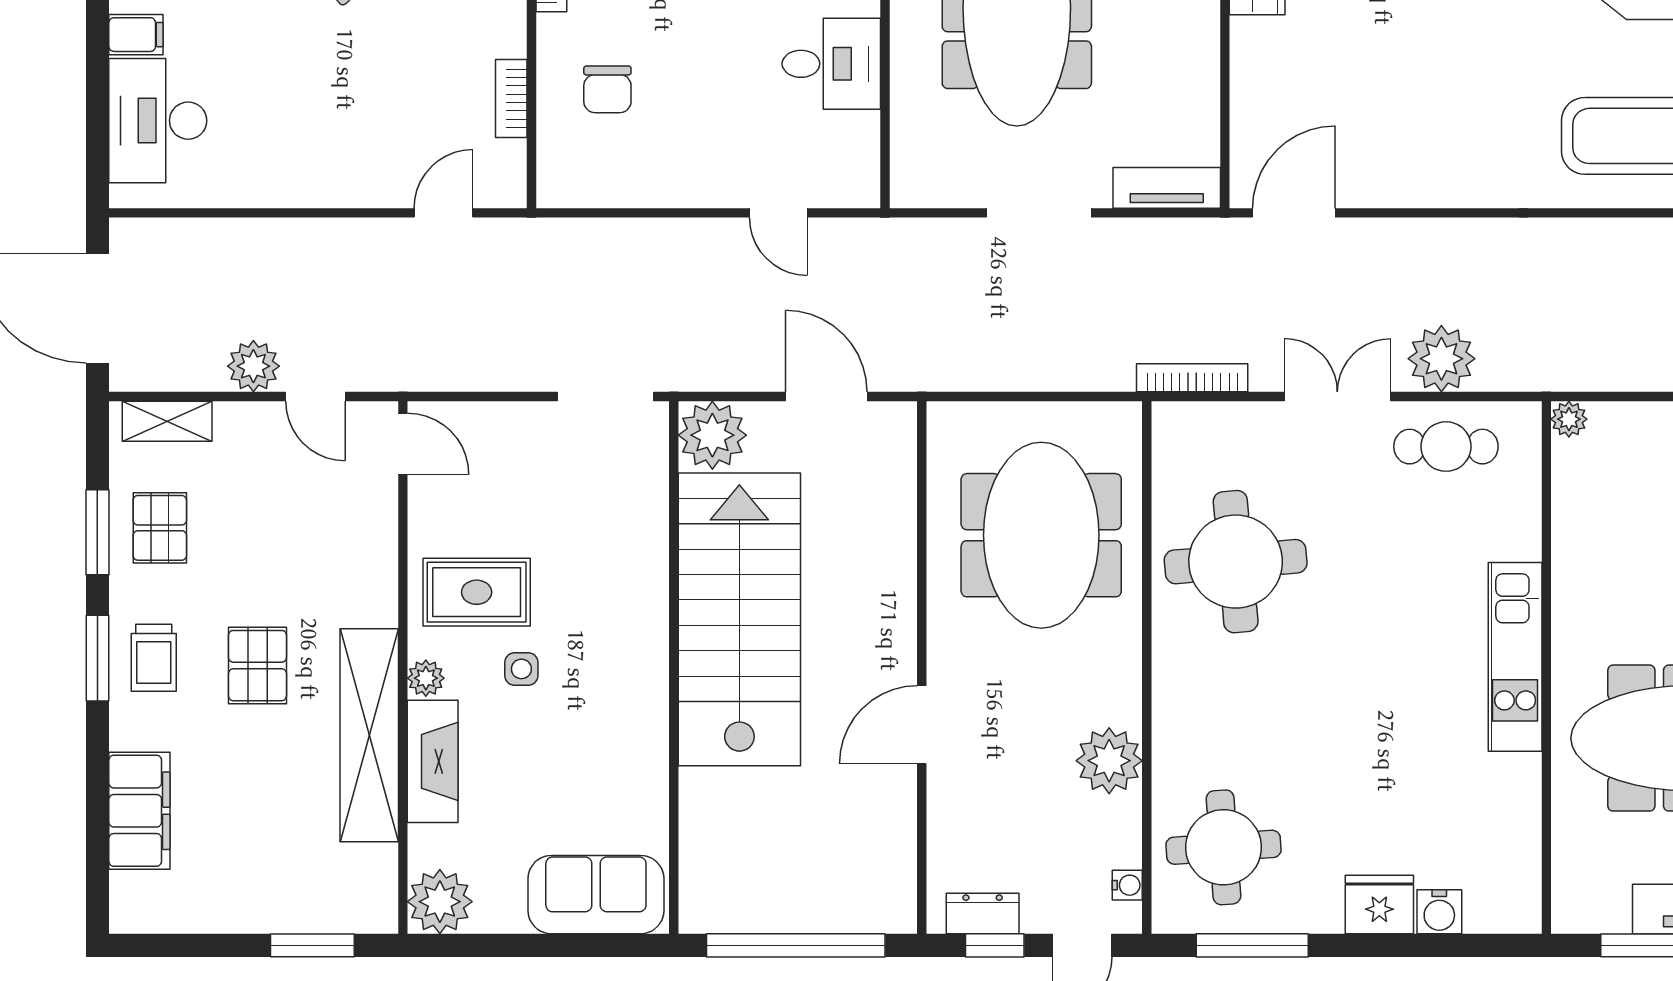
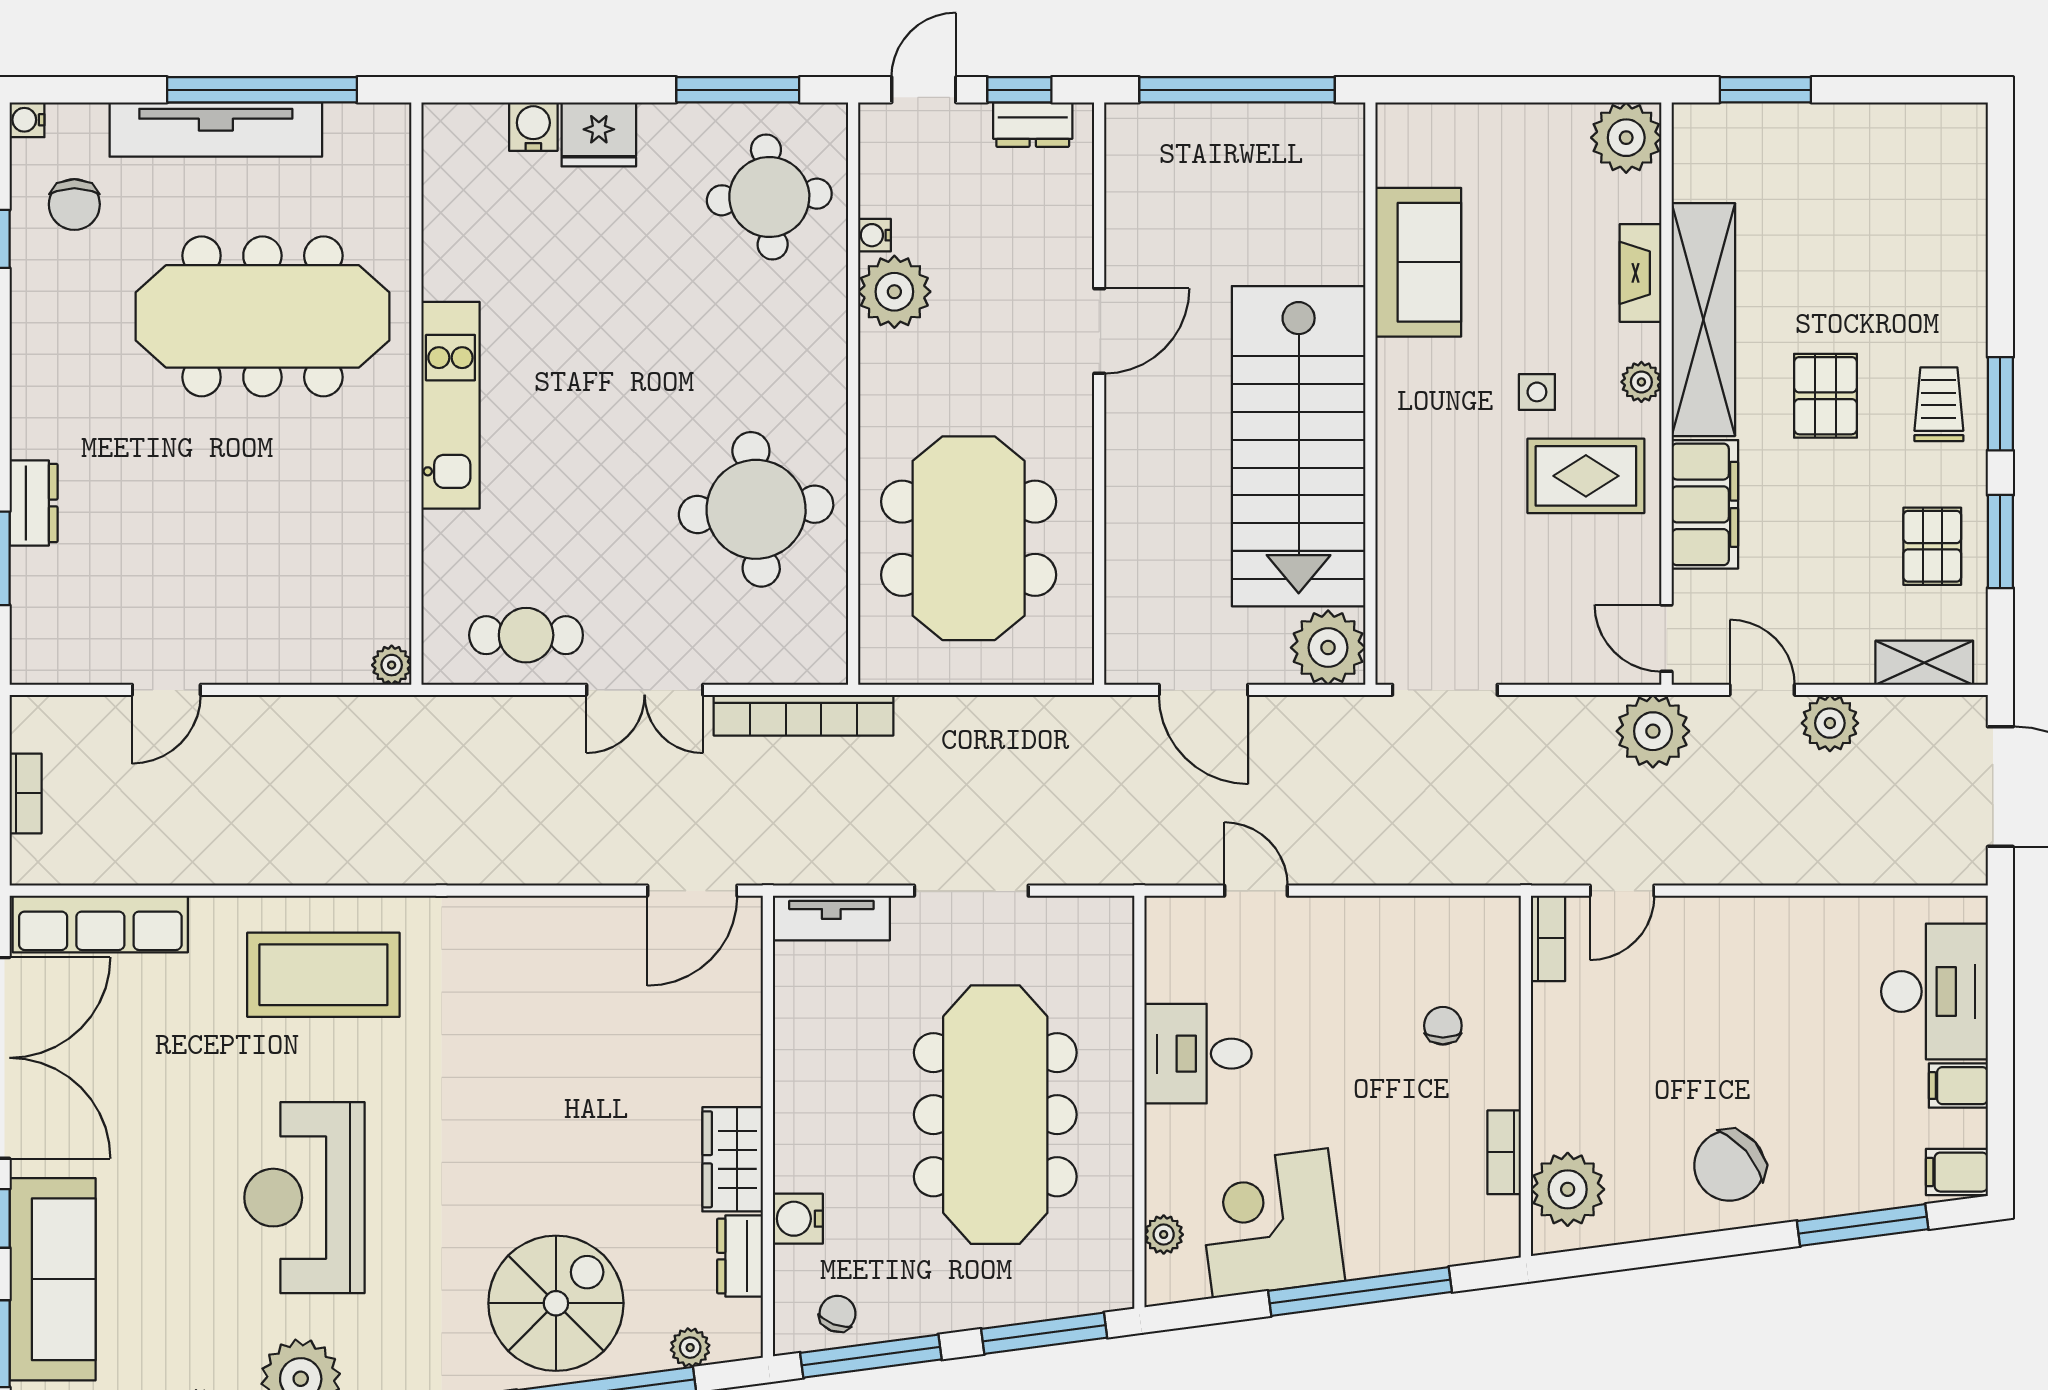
chair: (607, 89) -> (1443, 1026), width x0.73, depth x0.73
bookcase: (511, 98) -> (1548, 938), moved
plant: (1441, 359) -> (1653, 731), moved
bookcase: (1192, 378) -> (804, 715), width x1.48, depth x1.31
fireplace: (433, 761) -> (1641, 273), width x0.73, depth x0.76
filing cabinet: (139, 811) -> (1705, 504), moved, turned 180
water cooler: (1127, 885) -> (874, 235), moved
sofa: (596, 895) -> (1418, 262), moved, turned -90

